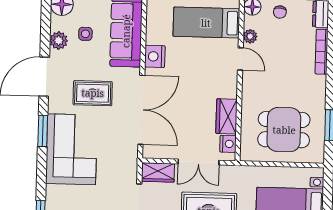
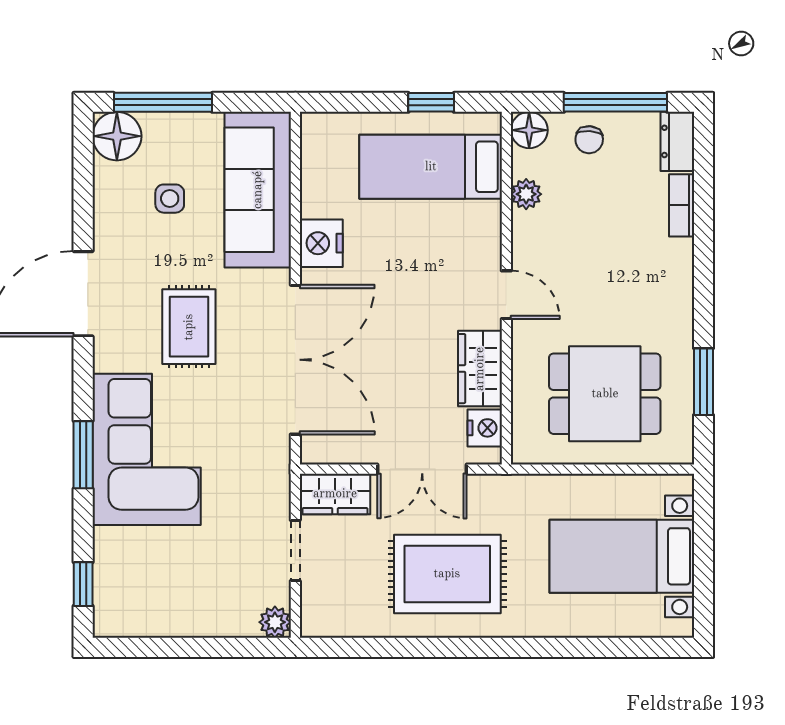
plant: (59, 41) -> (112, 215), removed
bookcase: (322, 52) -> (682, 205), width x0.64
door: (240, 59) -> (506, 295), moved
rug: (93, 93) -> (189, 327), turned 90
window: (43, 131) -> (83, 455), moved

